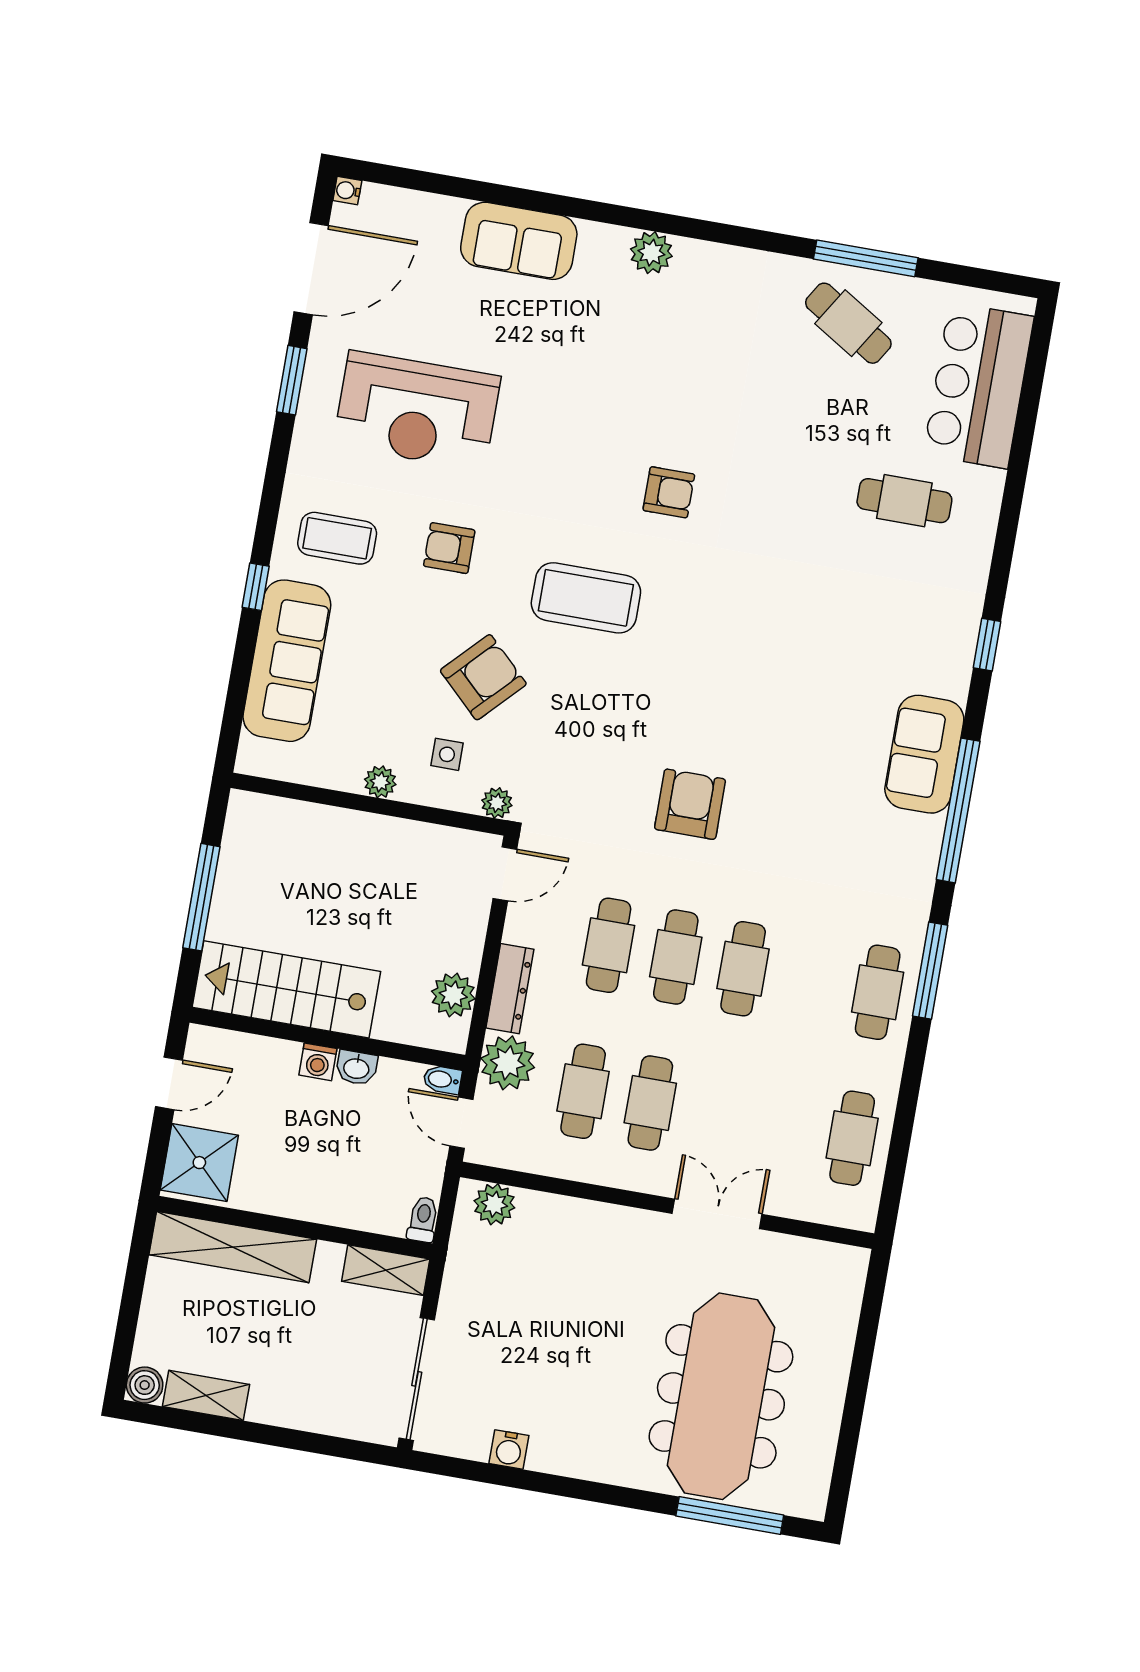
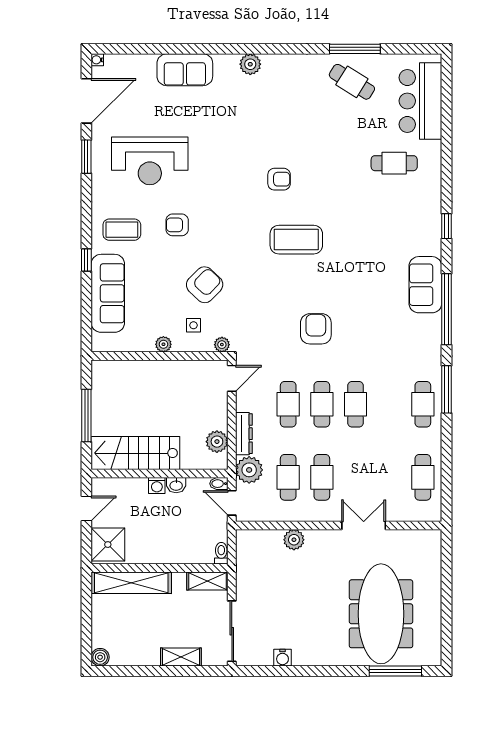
coffee table: (586, 598) -> (296, 240), moved
plant: (494, 1204) -> (294, 540), moved
shelving: (206, 1395) -> (181, 657), moved

